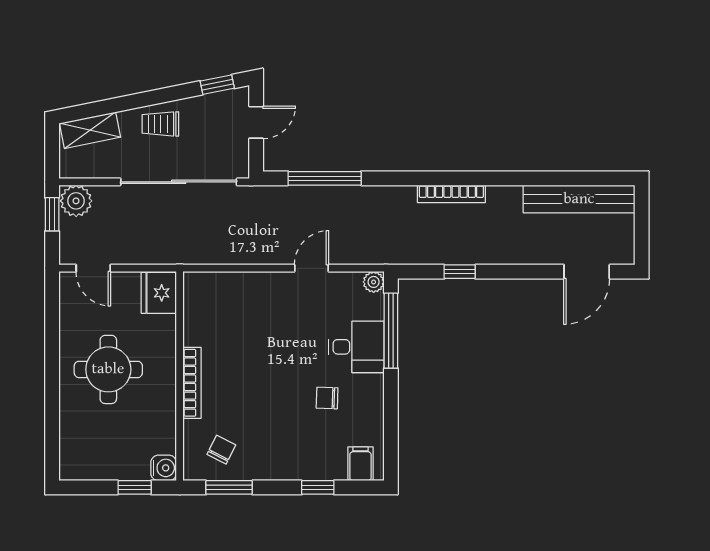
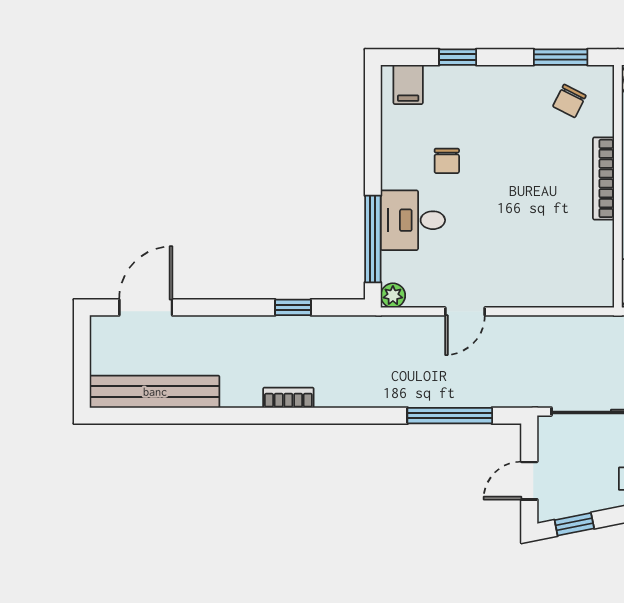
bookcase: (451, 194) -> (288, 398), width x0.64
chair: (327, 398) -> (447, 161), turned 88

